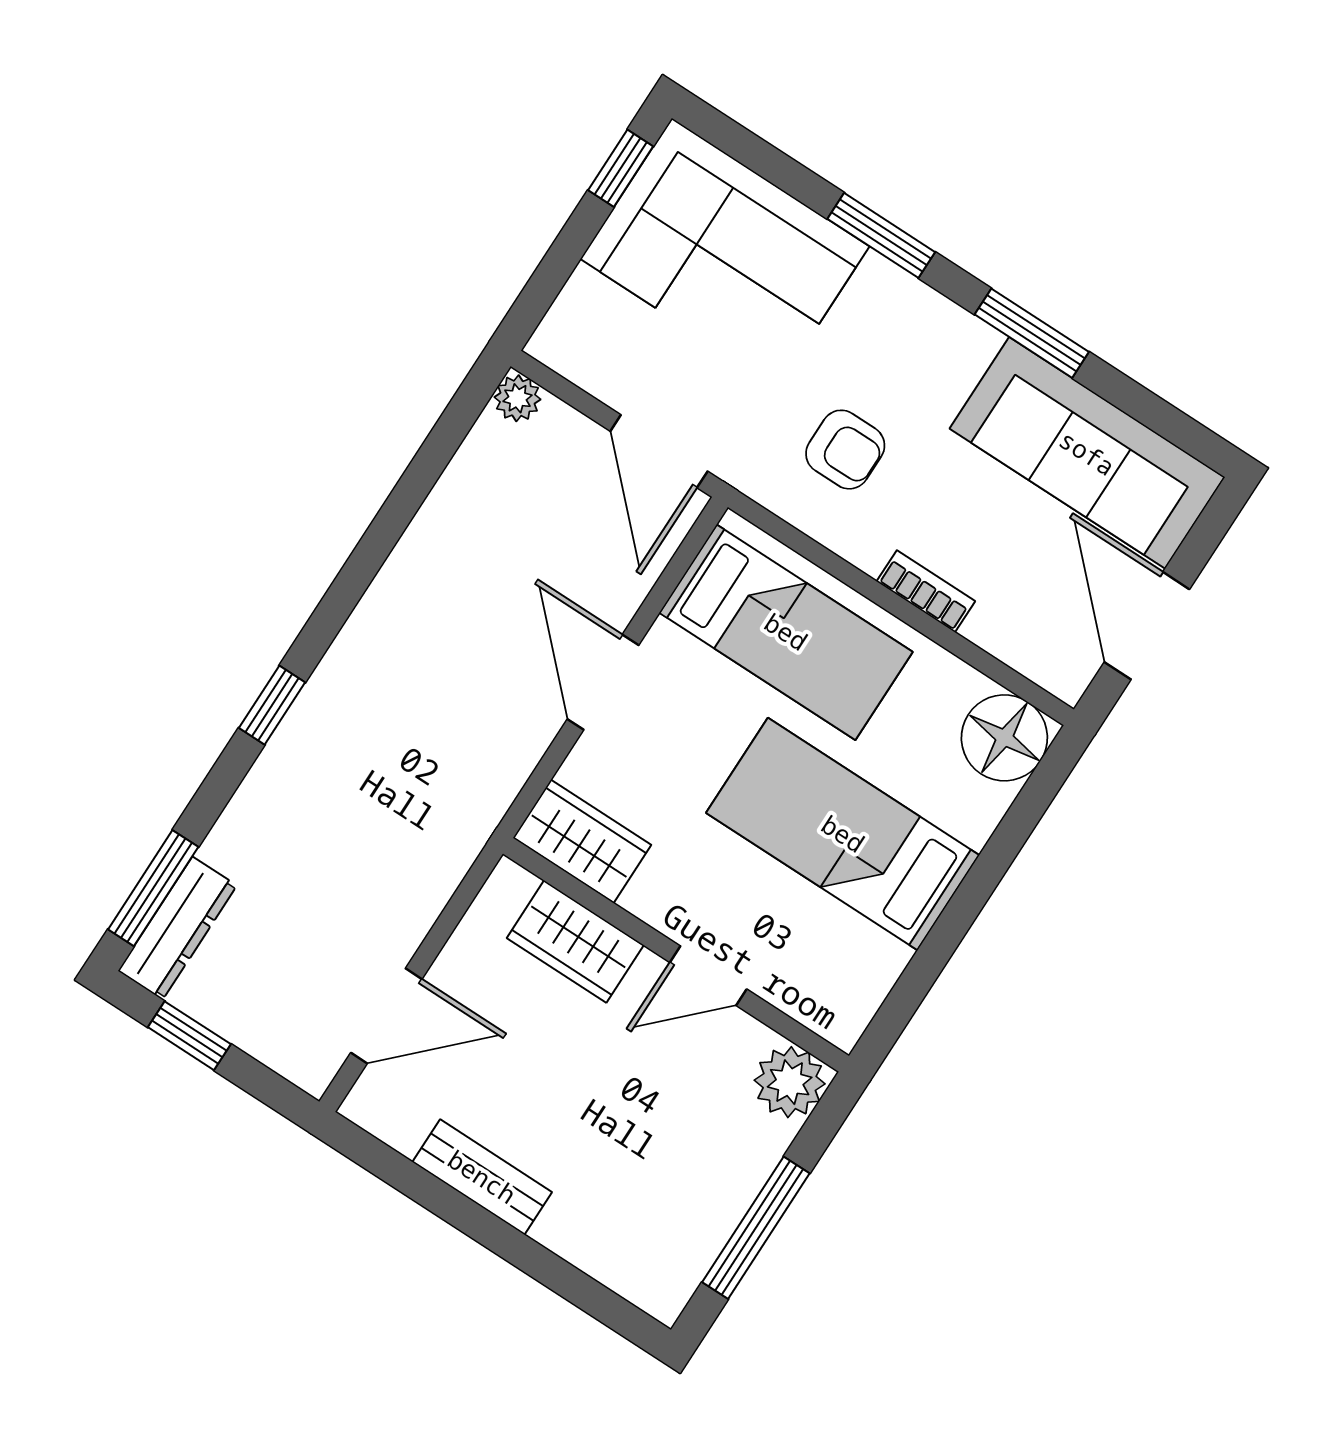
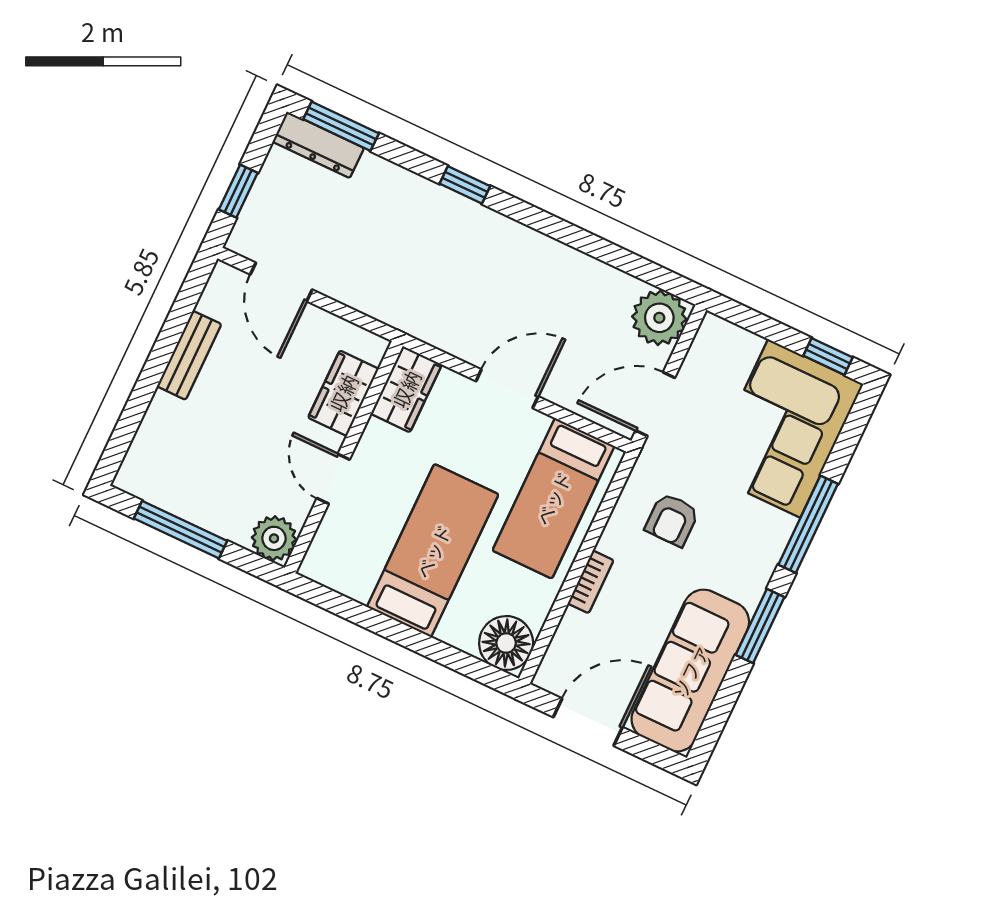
window: (881, 235) -> (808, 524), width x1.44
plant: (518, 398) -> (659, 318), width x1.87, depth x1.87
window: (189, 1036) -> (238, 191), moved

